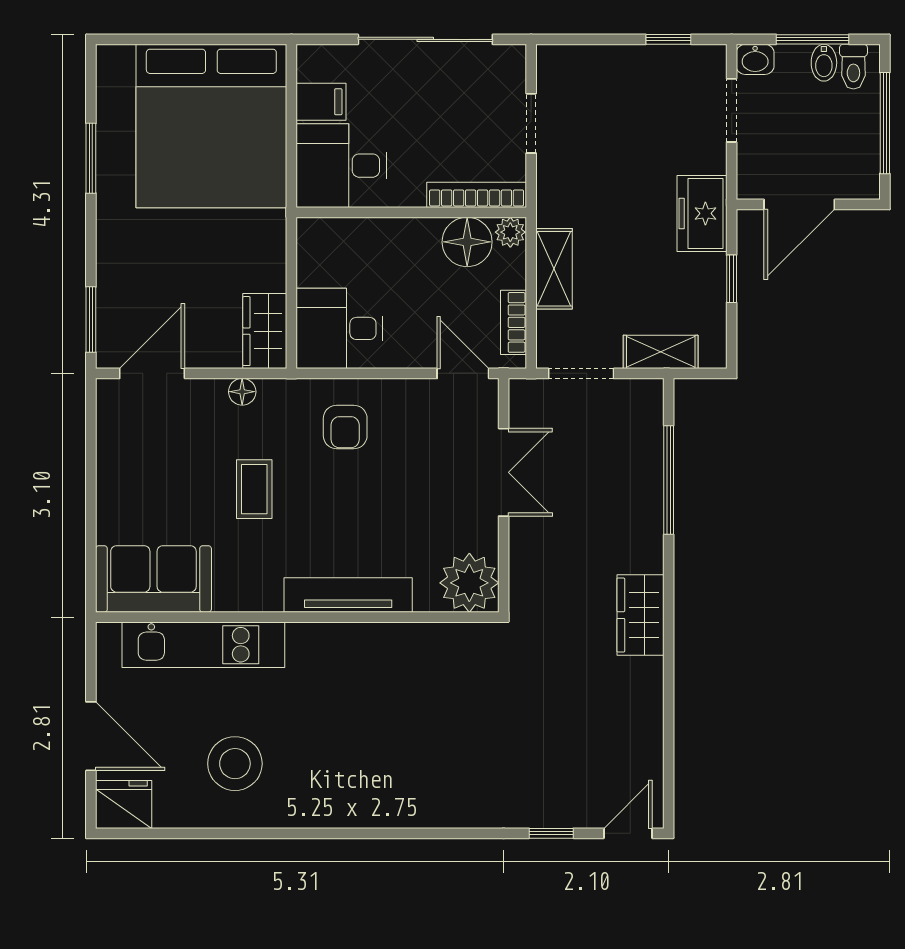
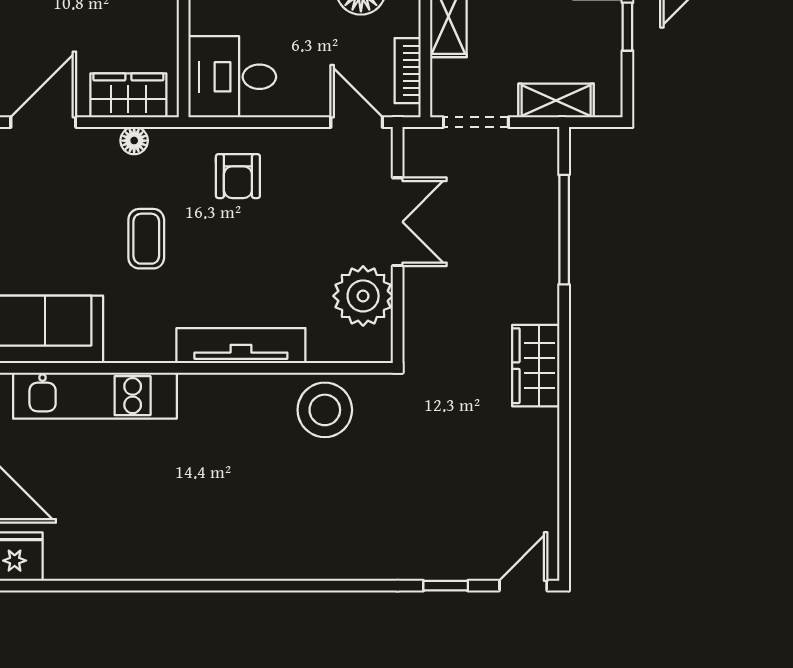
wardrobe: (265, 331) -> (128, 95), moved, turned 90
plant: (469, 583) -> (363, 296), moved
stool: (235, 764) -> (325, 410), moved

